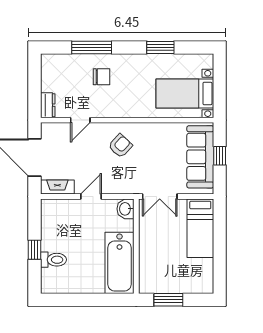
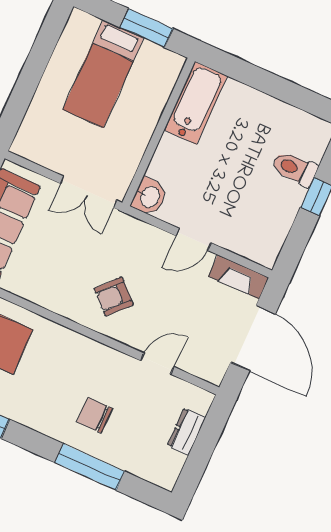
dresser: (48, 105) -> (186, 431), moved
double door: (160, 197) -> (88, 192), swing flipped
bed: (200, 228) -> (103, 74), moved, turned 180
bathtub: (120, 263) -> (196, 103), width x0.73, depth x0.73

